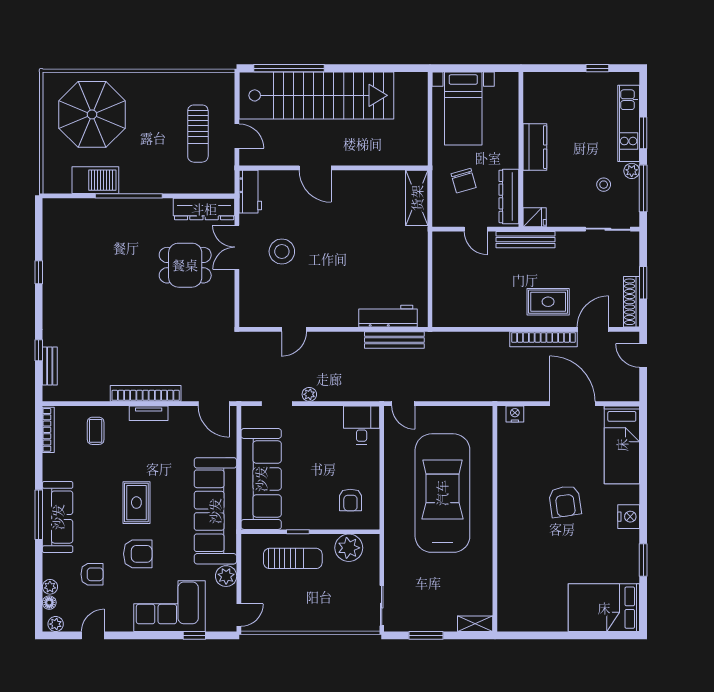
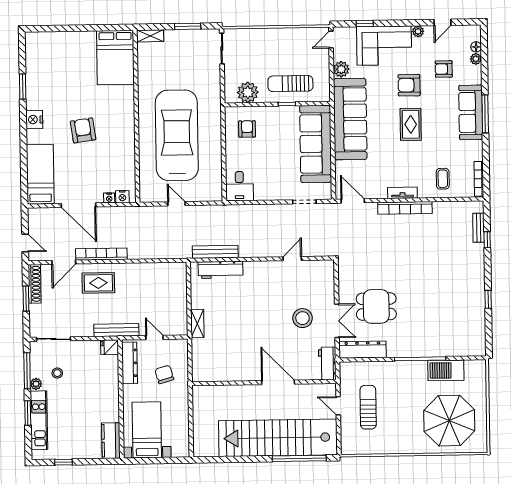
bed with nightstands: (463, 108) -> (147, 430), moved
kitchen counter: (535, 147) -> (111, 441), moved
door: (315, 168) -> (278, 382), width x1.36
shelving: (417, 198) -> (197, 324), moved, width x0.67, depth x0.75
plant: (309, 394) -> (280, 209), removed
door: (403, 404) -> (176, 204), moved
nightstand: (532, 413) -> (109, 198), added
car: (442, 493) -> (177, 135), turned 180
bed: (604, 608) -> (115, 57), moved, turned 90
plant: (56, 624) -> (418, 31), moved

